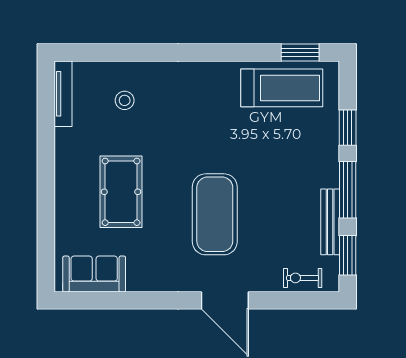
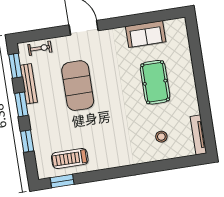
treadmill: (282, 88) -> (70, 158), width x0.73, depth x0.73
window: (348, 190) -> (21, 104), width x0.69
exercise mat: (215, 214) -> (78, 86), moved
sofa: (94, 274) -> (146, 34), moved

